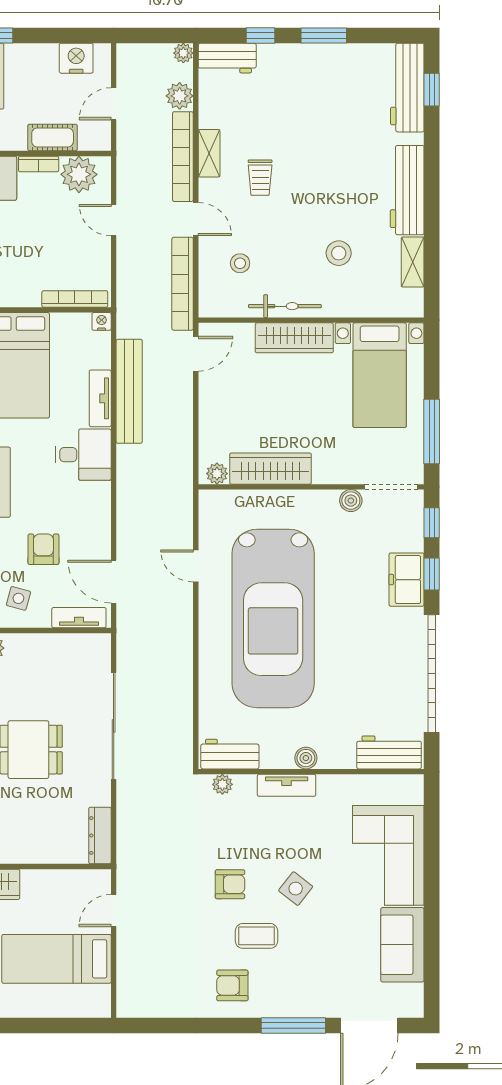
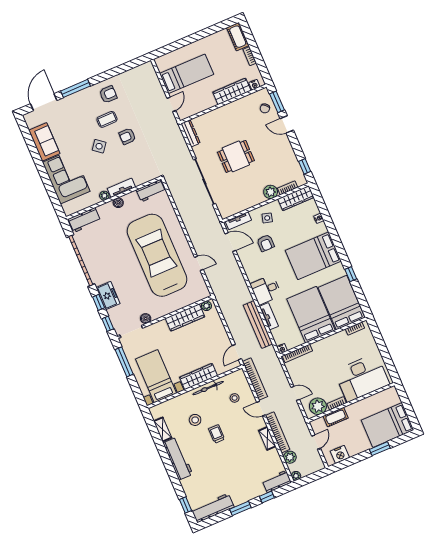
workbench: (407, 88) -> (213, 508), moved, turned -90
trolley: (260, 178) -> (217, 434), moved
plant: (222, 784) -> (104, 196), moved

